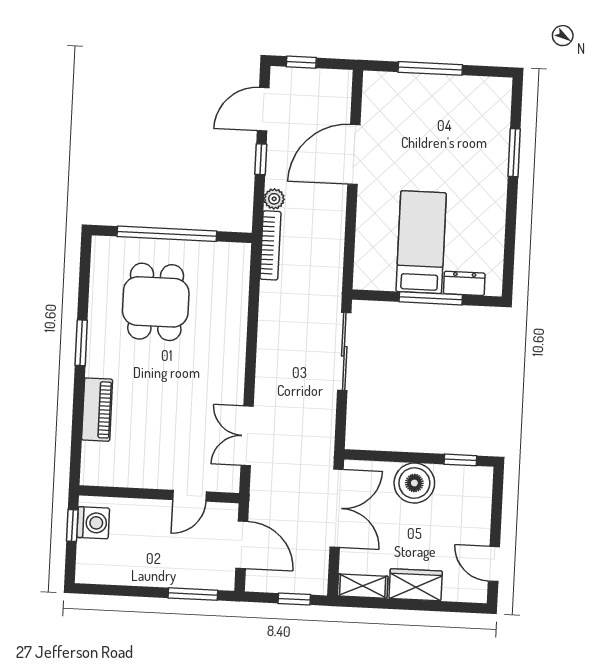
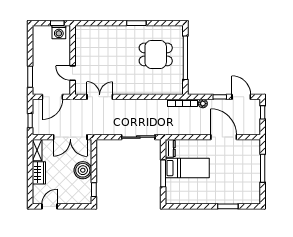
dresser: (464, 283) -> (170, 149), moved
piano: (97, 410) -> (108, 31), removed

